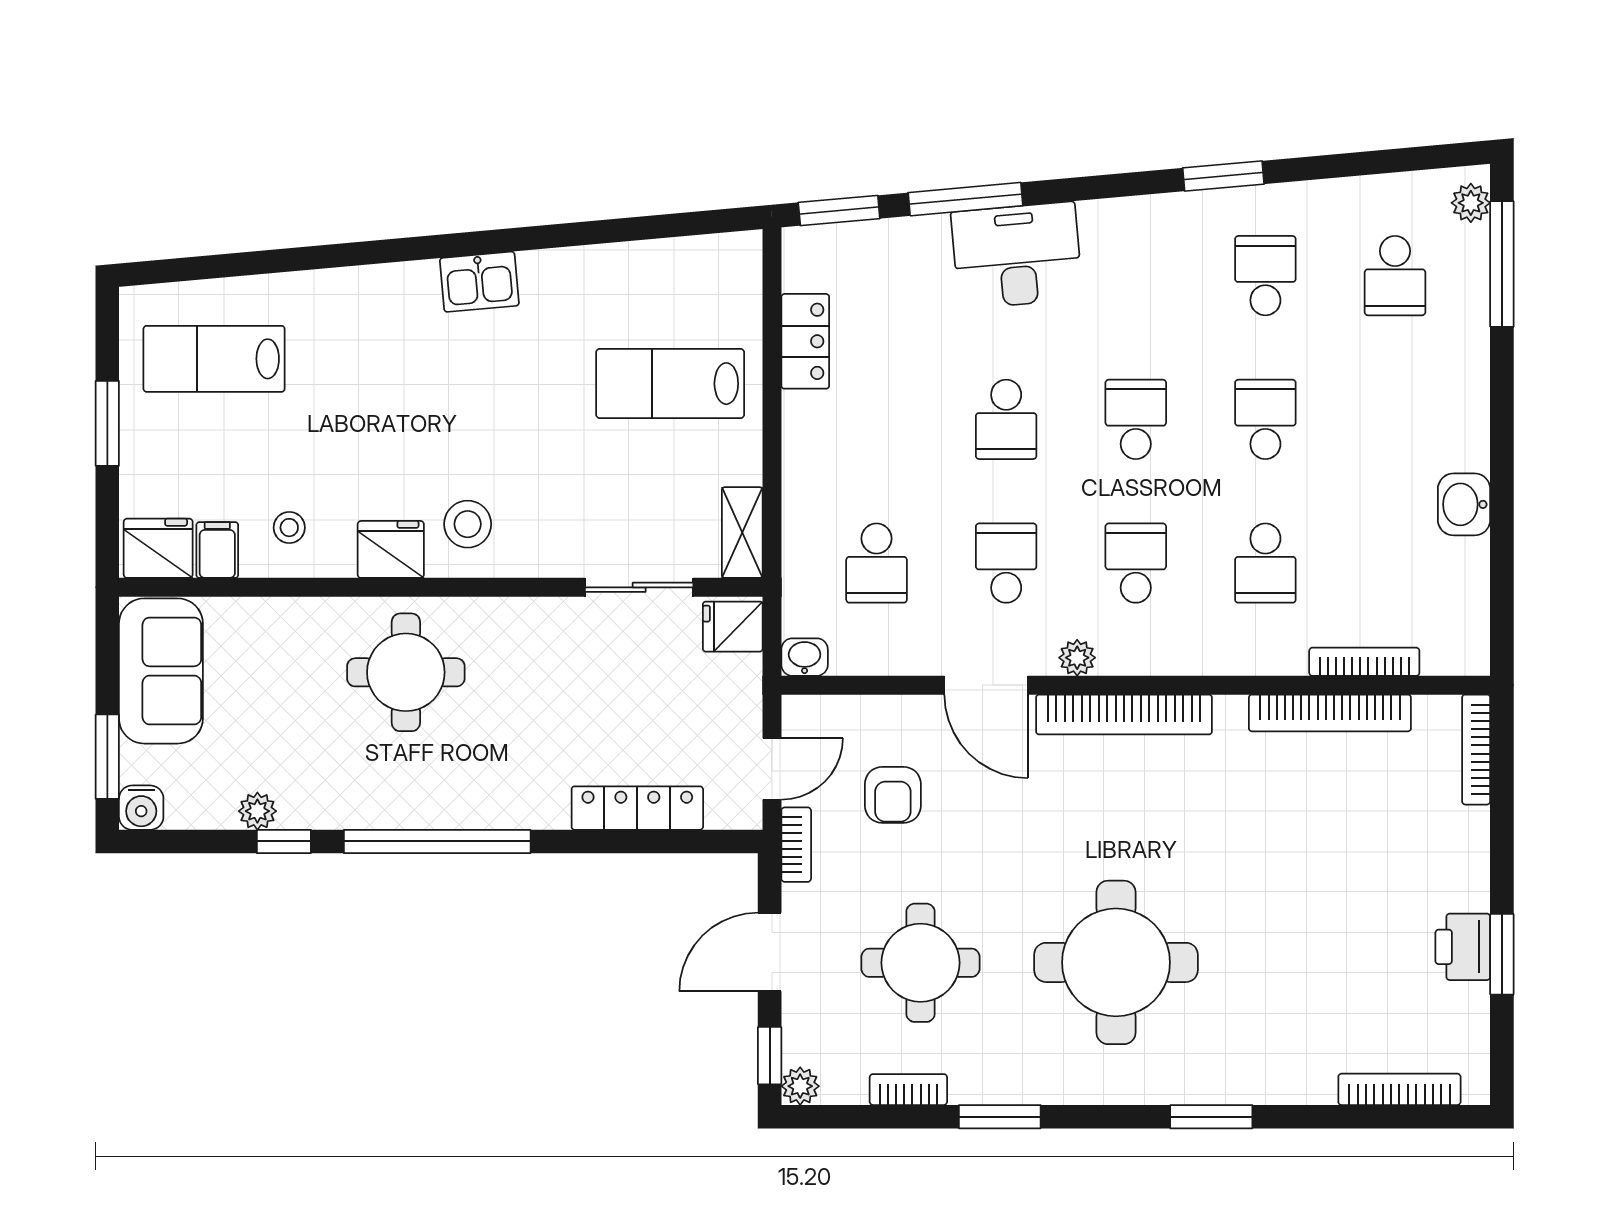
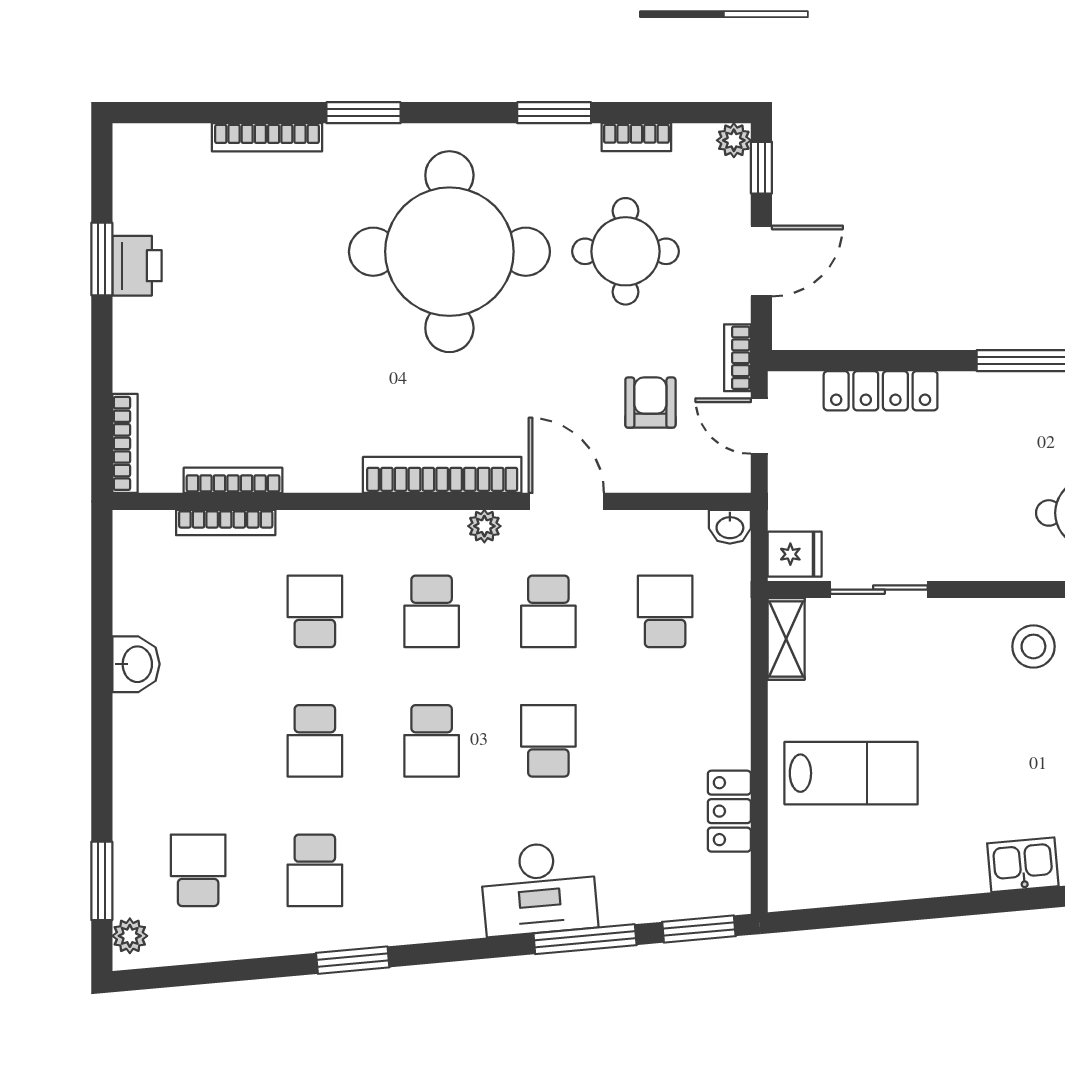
window: (1502, 264) -> (102, 881), width x0.69
bookcase: (1330, 713) -> (233, 480), width x0.68, depth x0.76
door: (772, 769) -> (759, 426), hinge flipped
round table: (1116, 962) -> (449, 252), width x1.36, depth x1.36
bookcase: (1399, 1089) -> (267, 137), moved

